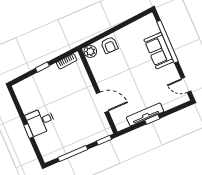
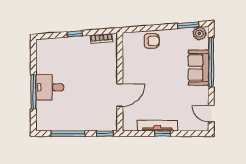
window: (135, 19) -> (188, 25), added
armchair: (109, 45) -> (152, 41), turned -90
plant: (90, 51) -> (199, 34), moved
door: (102, 102) -> (120, 95), hinge flipped
window: (29, 131) -> (33, 92), width x2.17

